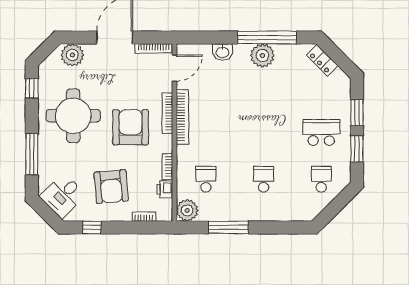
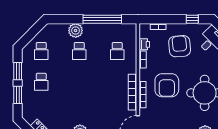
school desk: (321, 132) -> (41, 82), width x0.54
plant: (187, 210) -> (76, 30), moved
window: (229, 227) -> (102, 19), width x1.46

